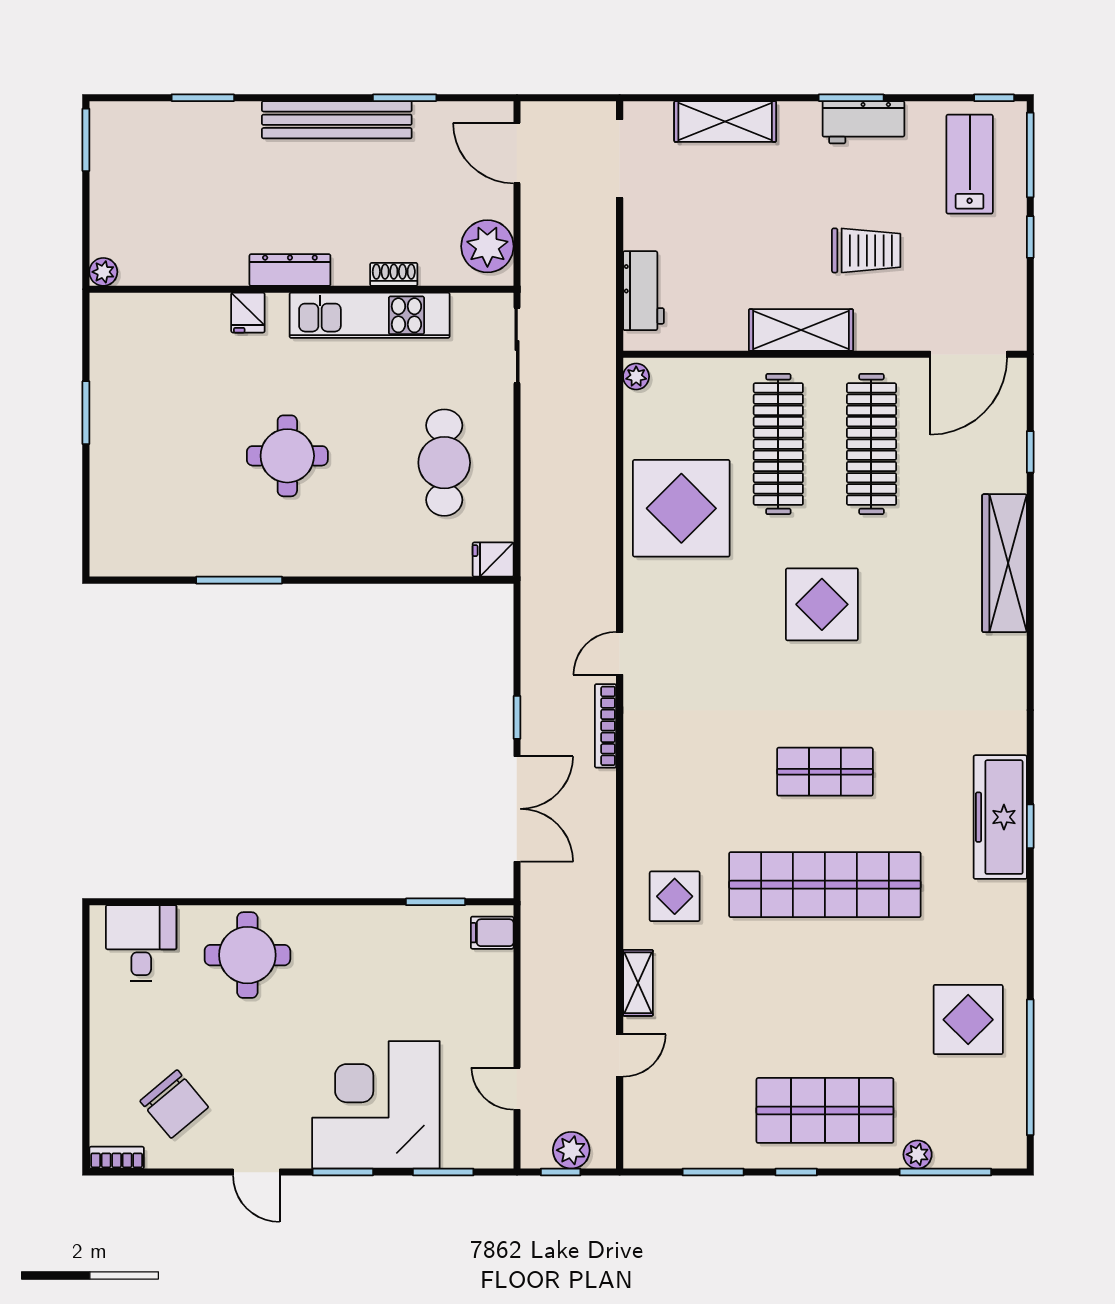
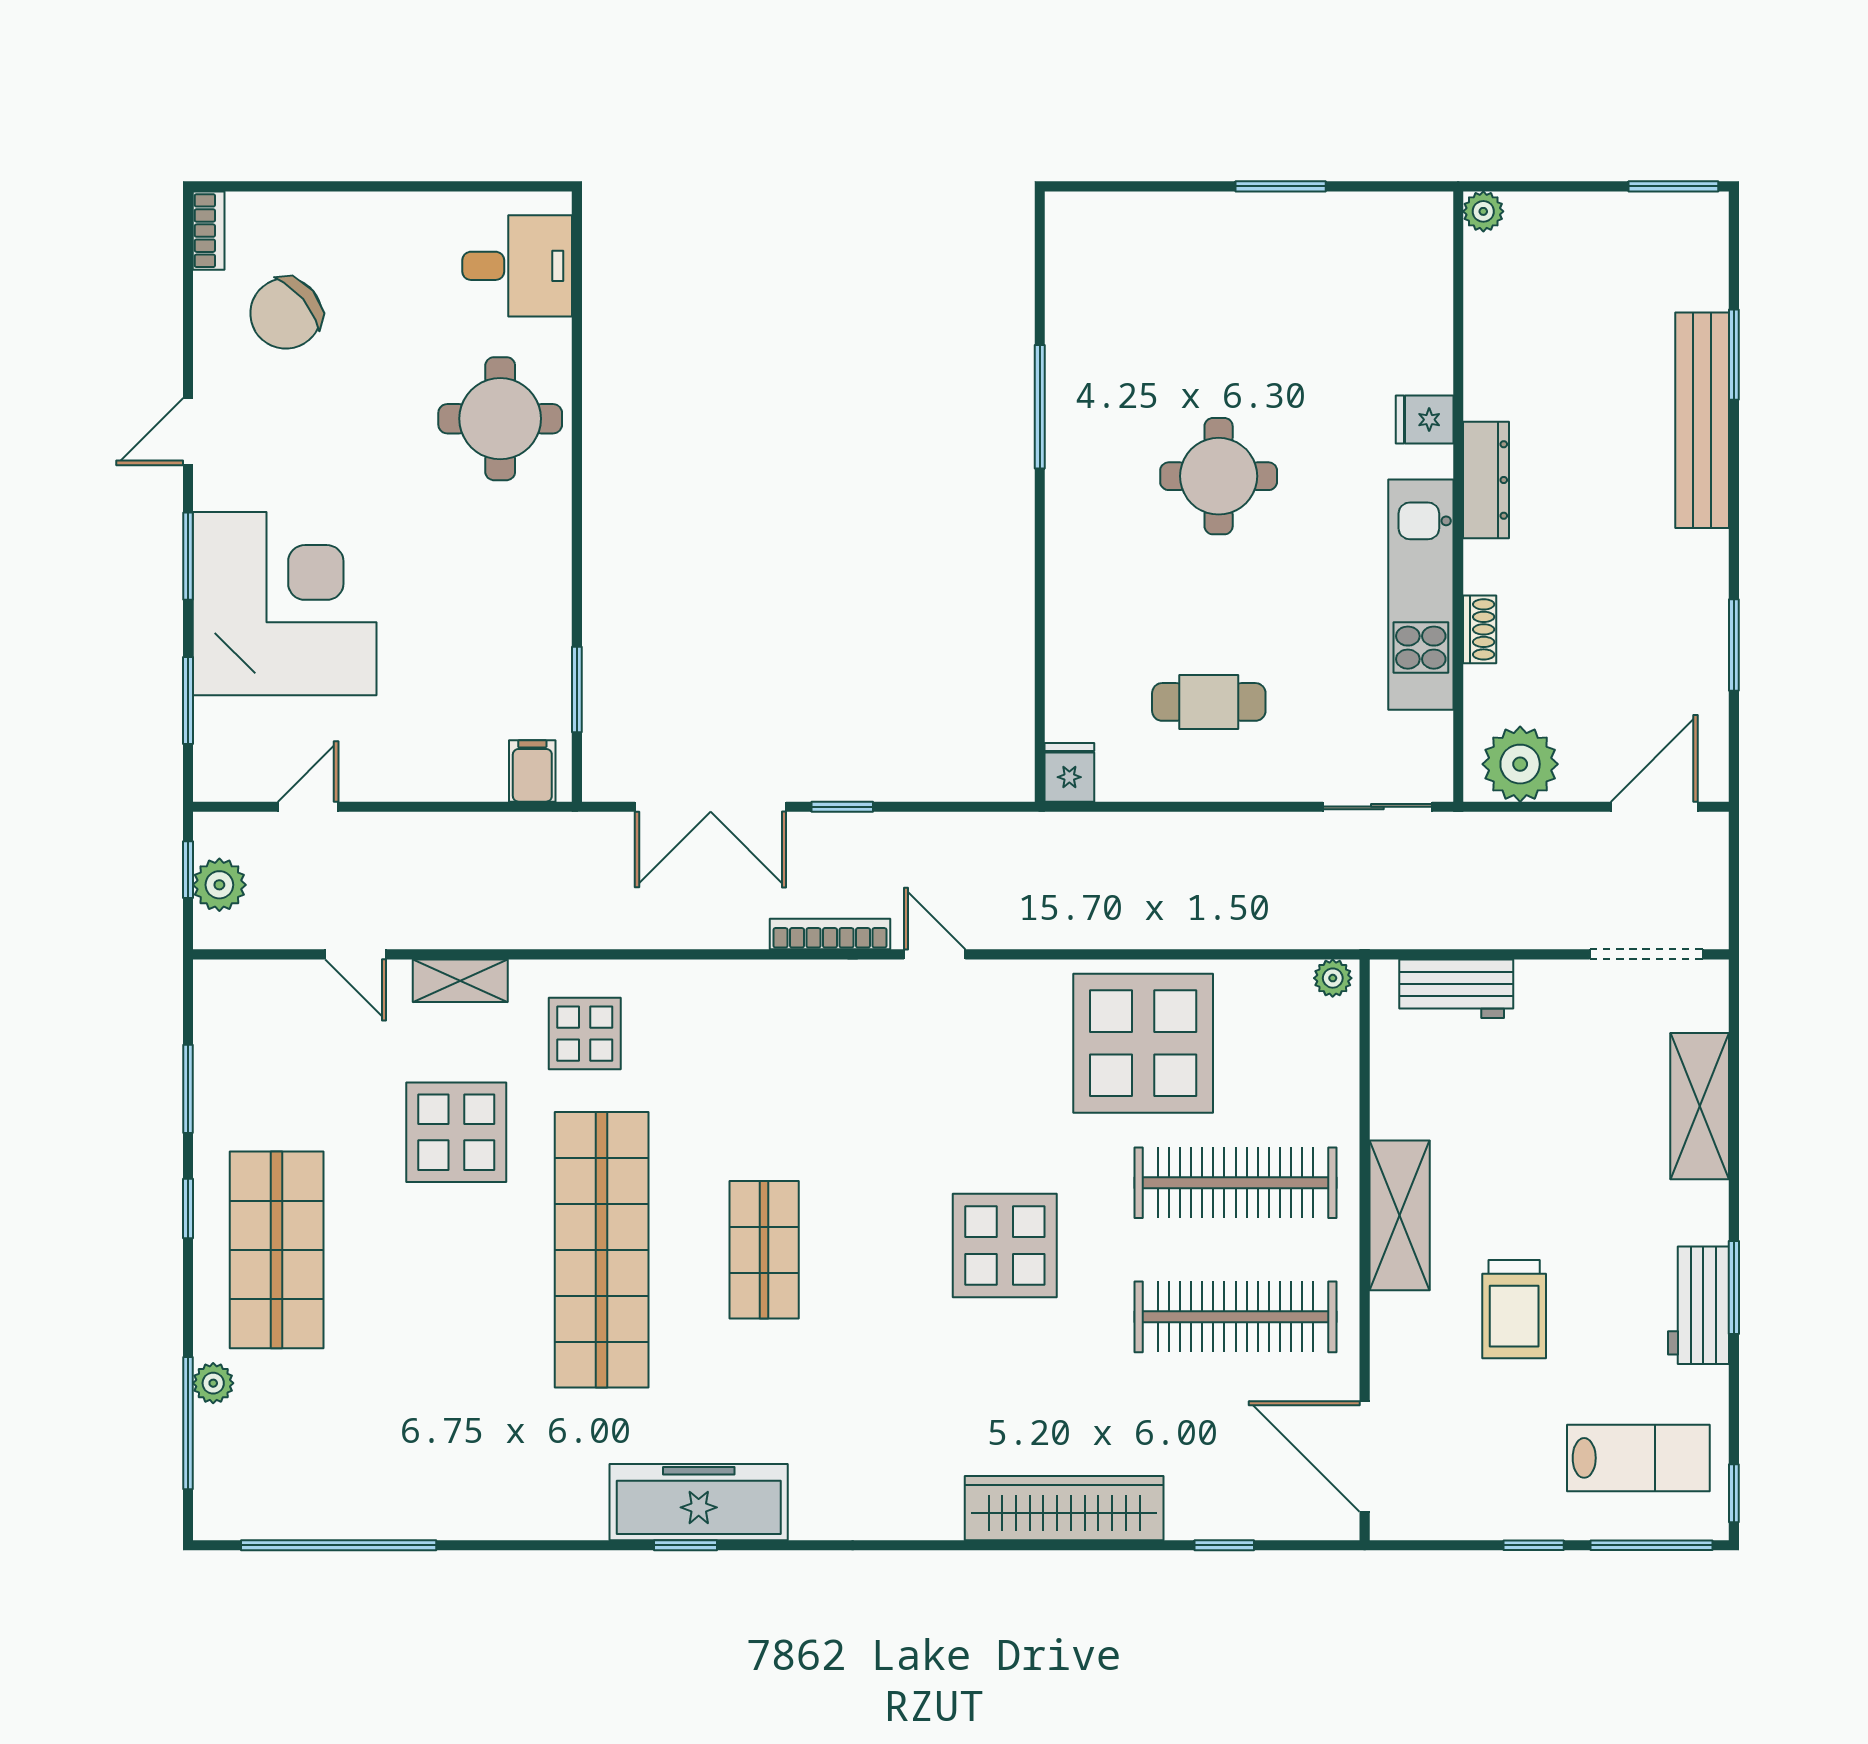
bench: (337, 120) -> (1702, 420), moved
cafe table: (444, 463) -> (1209, 702), width x0.73, depth x0.74
display table: (968, 1020) -> (456, 1132), moved

